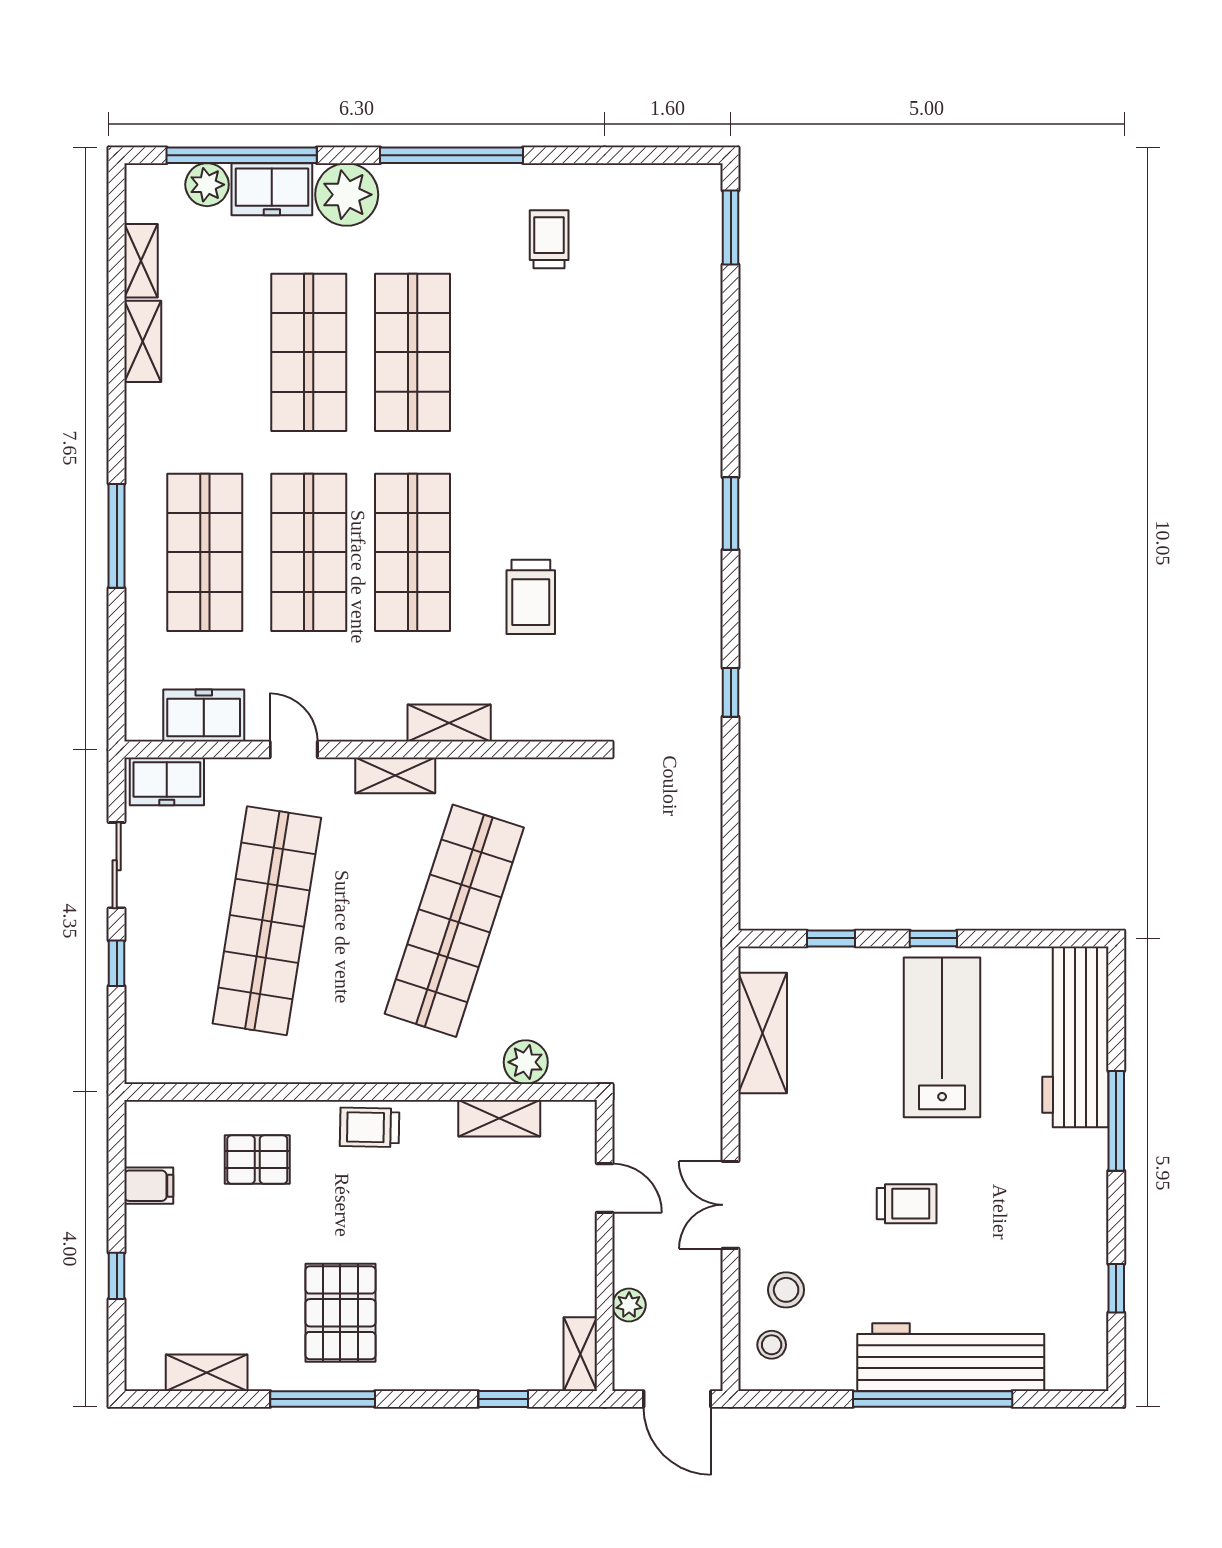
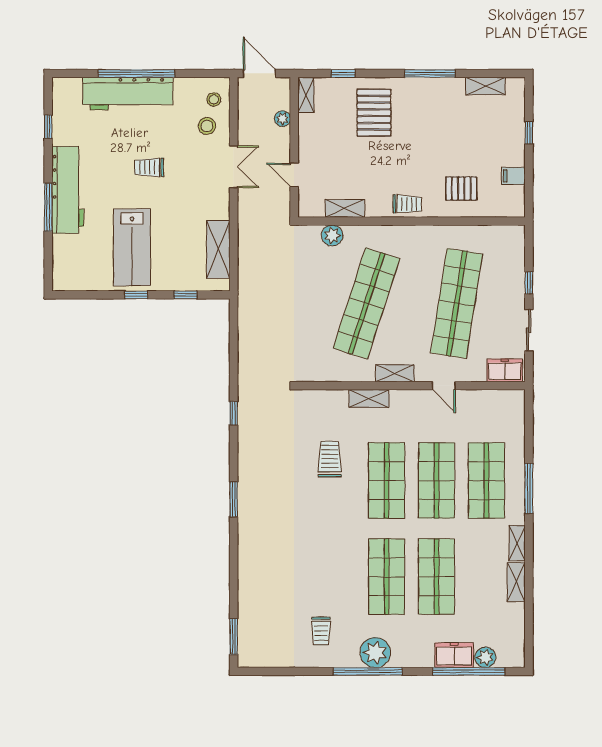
plant: (347, 195) -> (375, 653), moved
shelving: (141, 261) -> (517, 543), moved
freezer: (204, 715) -> (487, 402), removed
workbench: (1075, 1037) -> (68, 190), moved
pallet: (340, 1313) -> (374, 113), moved

